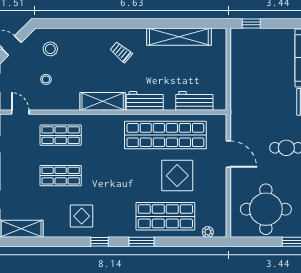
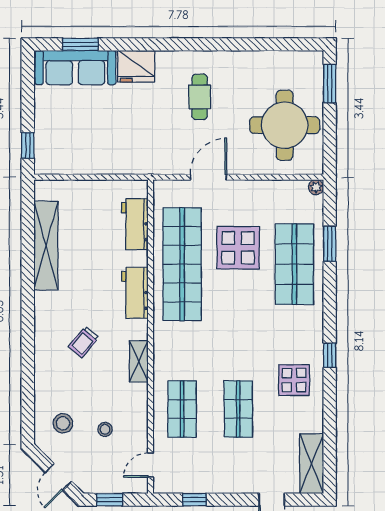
trolley: (121, 52) -> (84, 342), moved
shelving: (103, 101) -> (139, 361), width x0.67, depth x0.75
plant: (208, 232) -> (316, 187), moved
window: (142, 242) -> (330, 244), moved

